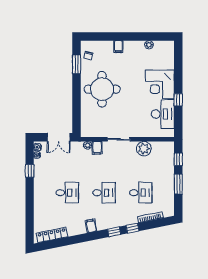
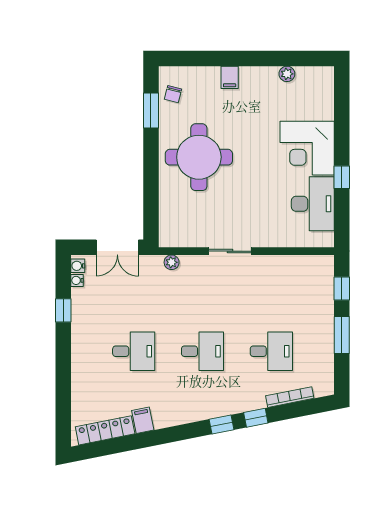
filing cabinet: (97, 148) -> (190, 267), removed
plant: (144, 149) -> (277, 269), removed
filing cabinet: (91, 226) -> (143, 420), moved

